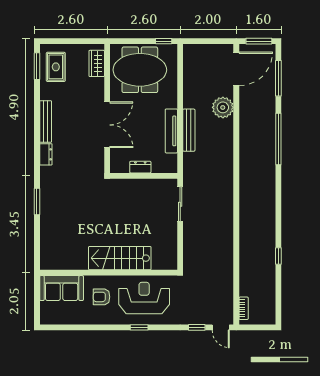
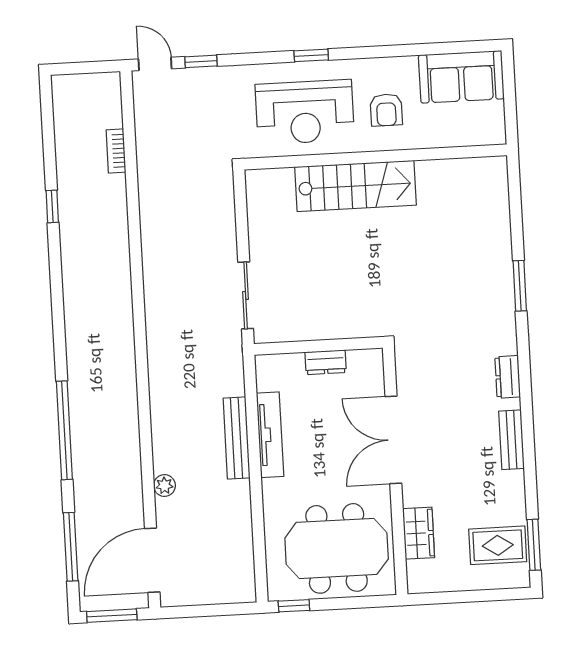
wardrobe: (97, 63) -> (419, 533), moved
rug: (56, 67) -> (498, 545), turned 90
plant: (223, 107) -> (164, 485), width x0.53, depth x0.53
bench: (46, 121) -> (511, 440), width x0.73
sofa: (62, 288) -> (461, 77), moved, turned 180
armchair: (102, 297) -> (386, 110), turned 90
bookcase: (244, 308) -> (116, 151), moved

